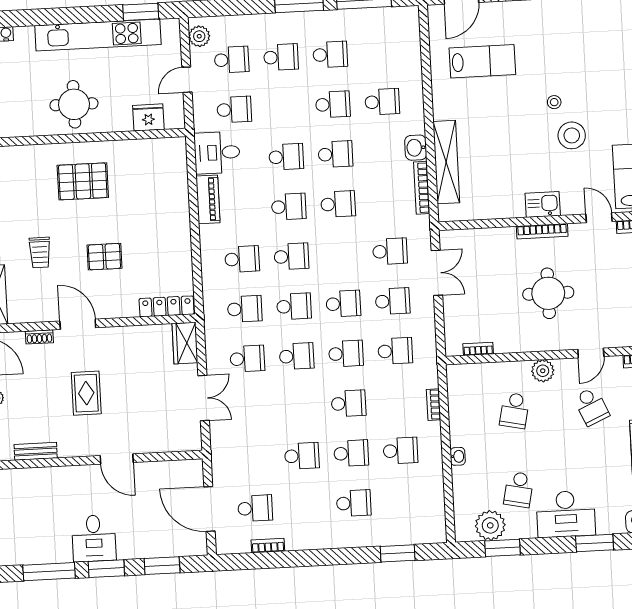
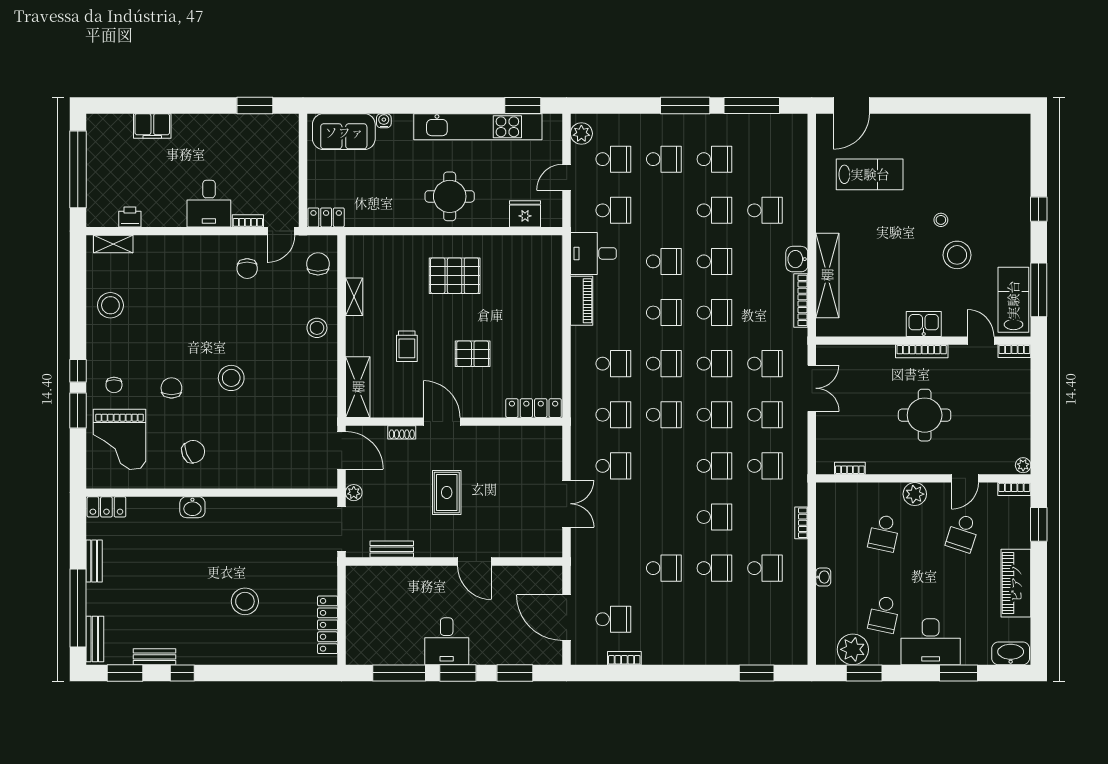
wardrobe: (185, 343) -> (550, 447), removed
school desk: (297, 356) -> (714, 364), moved
school desk: (591, 406) -> (963, 533), turned 42
school desk: (354, 503) -> (714, 619), removed

